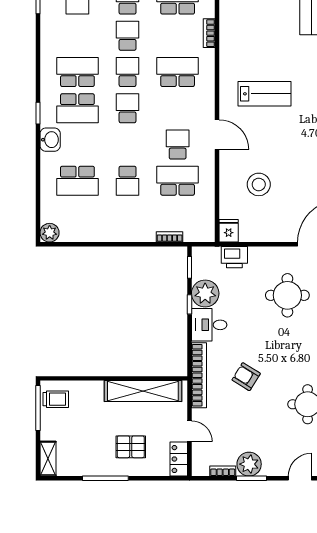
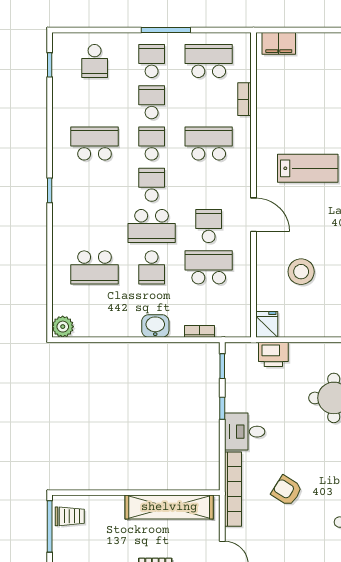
school desk: (77, 108) -> (152, 226), moved
washbasin: (50, 140) -> (155, 326), moved, turned -90
plant: (205, 293) -> (240, 396), removed

